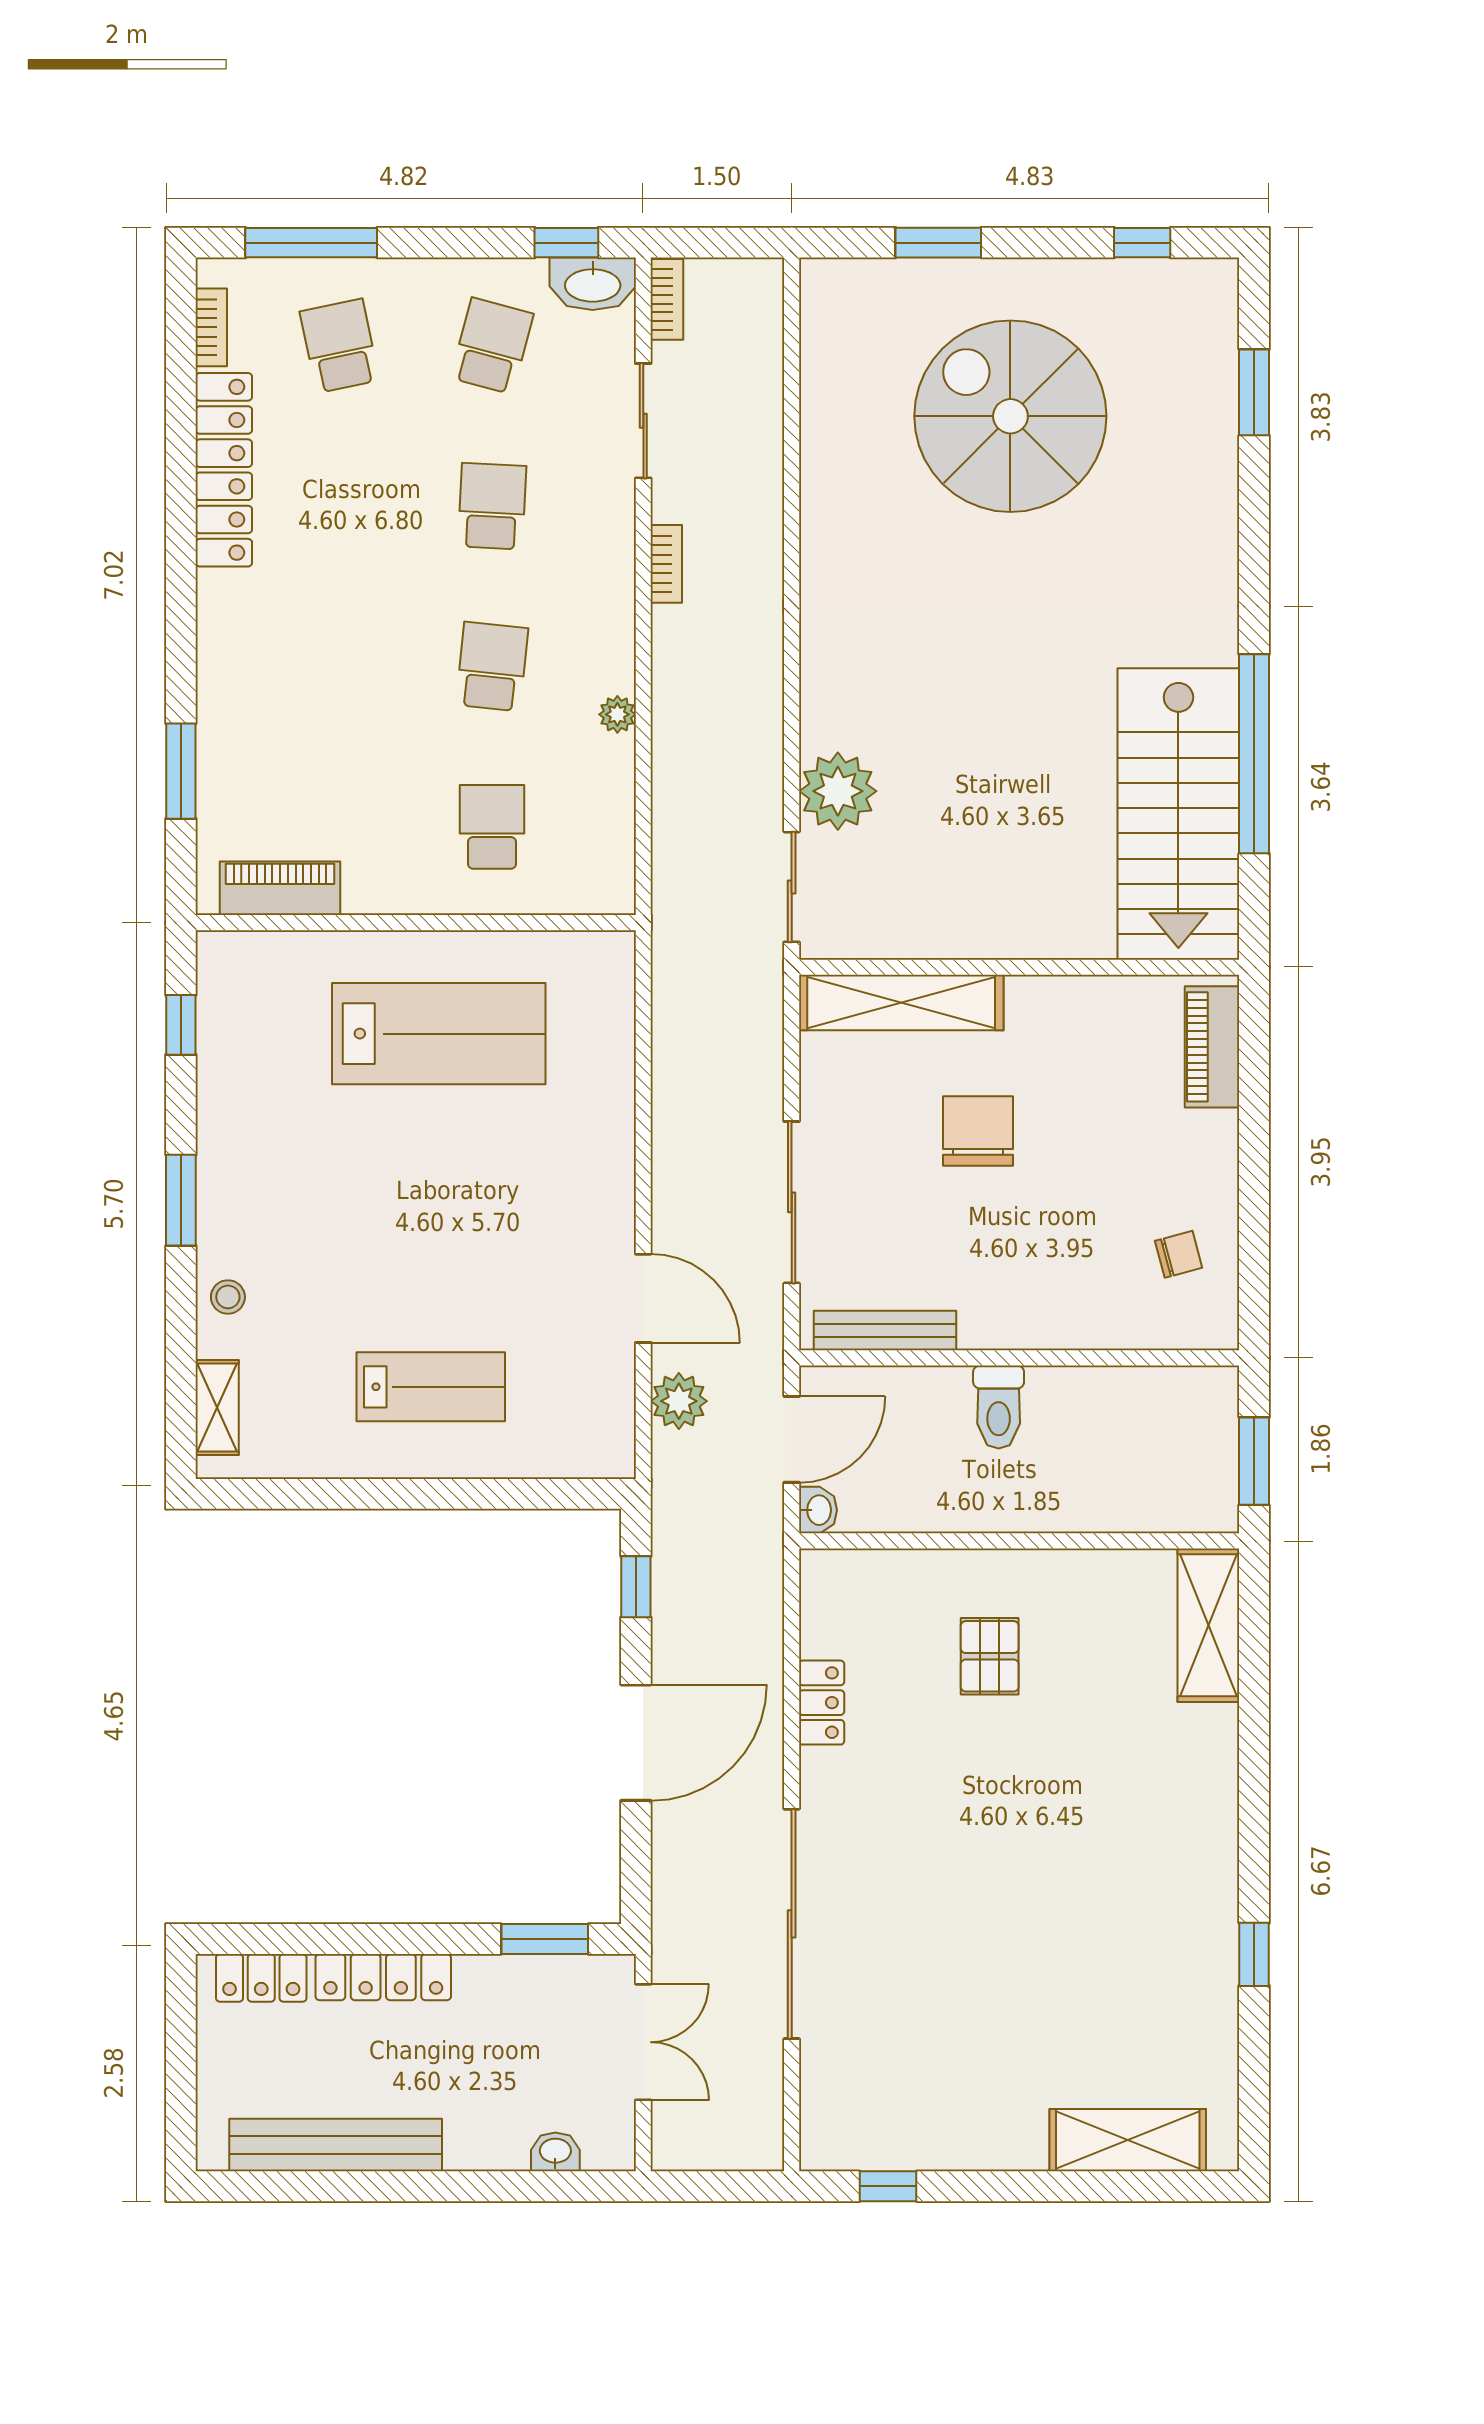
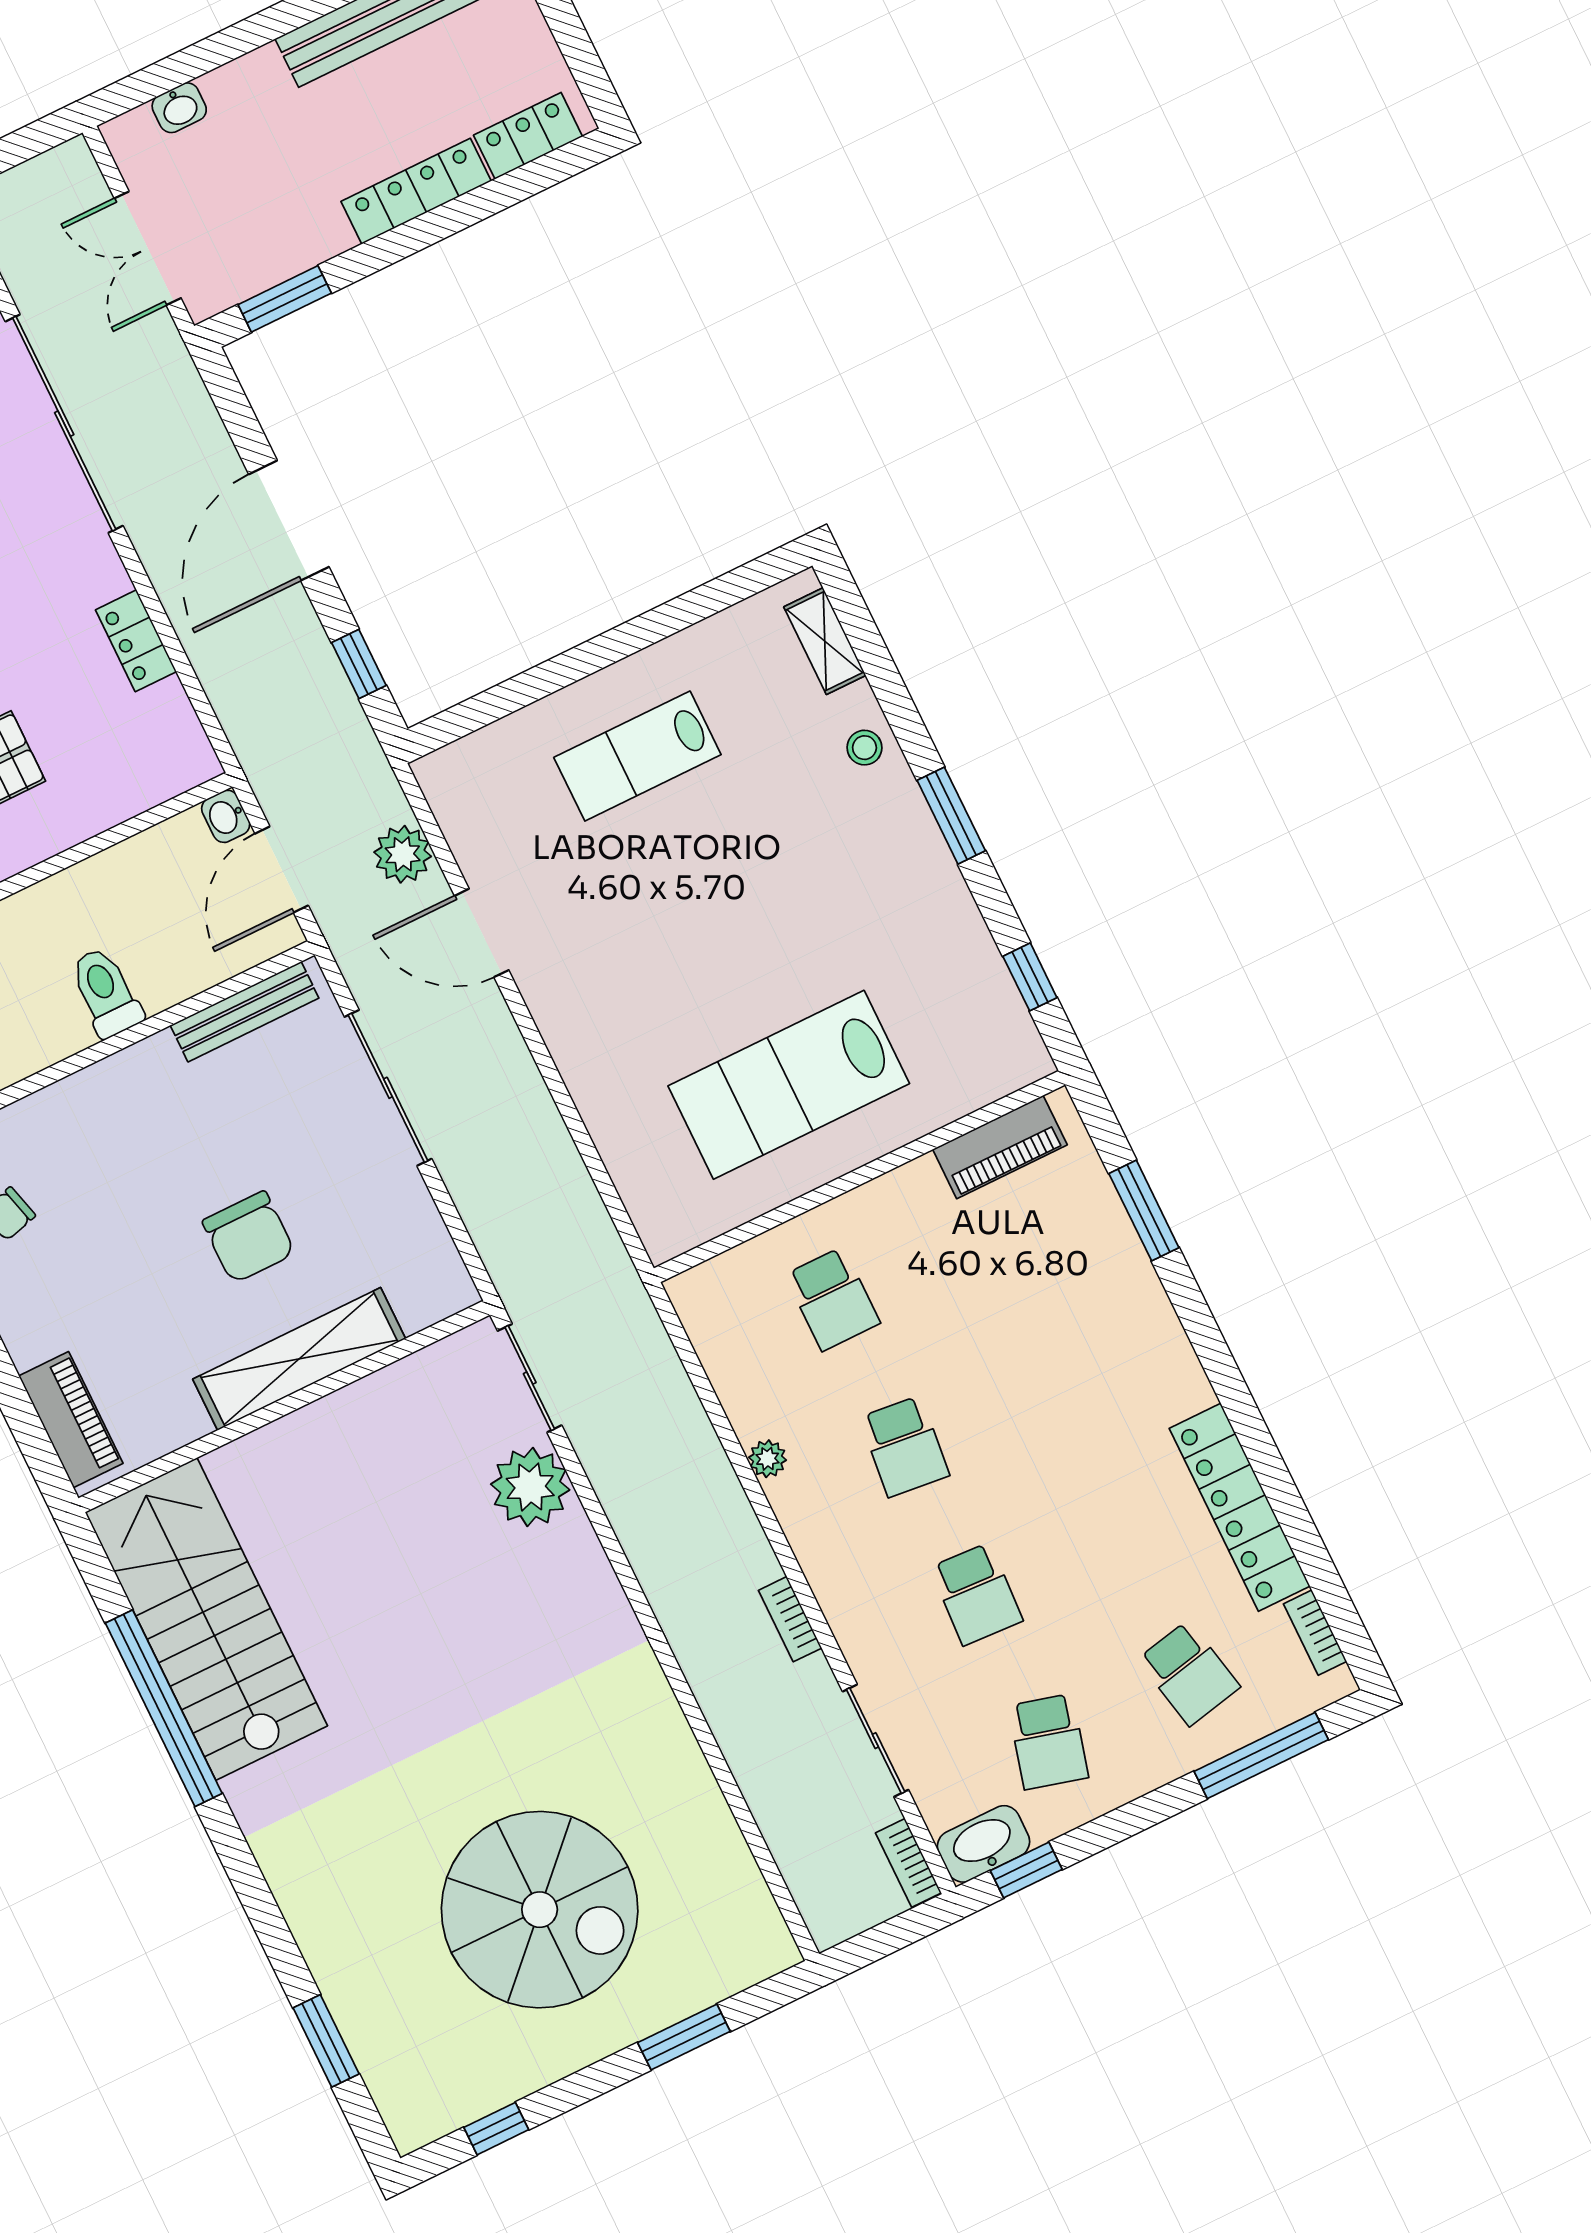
shelving: (901, 1002) -> (299, 1359), moved

